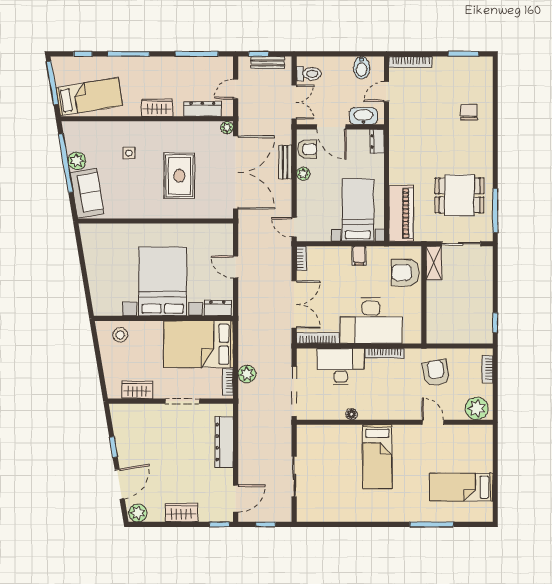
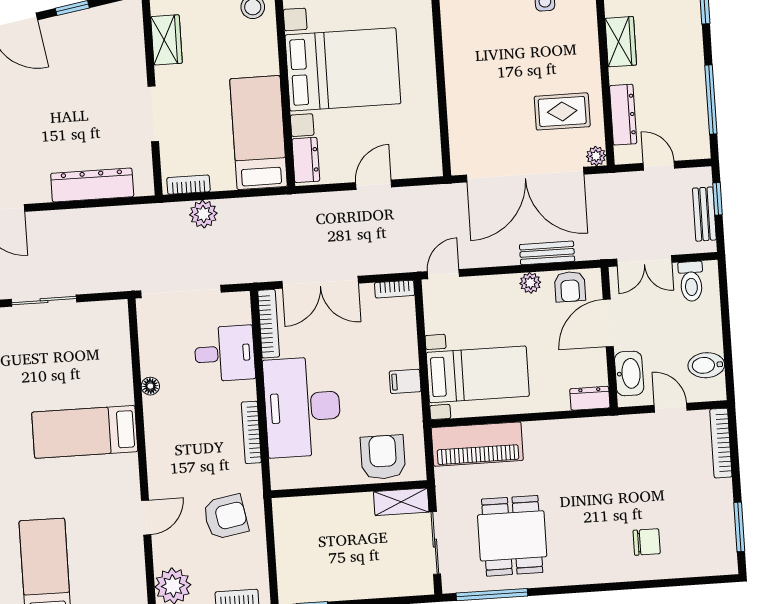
rug: (179, 176) -> (562, 111), moved, width x0.73, depth x0.70
bed: (199, 344) -> (259, 133), width x0.67
desk: (341, 367) -> (225, 353), width x0.73

